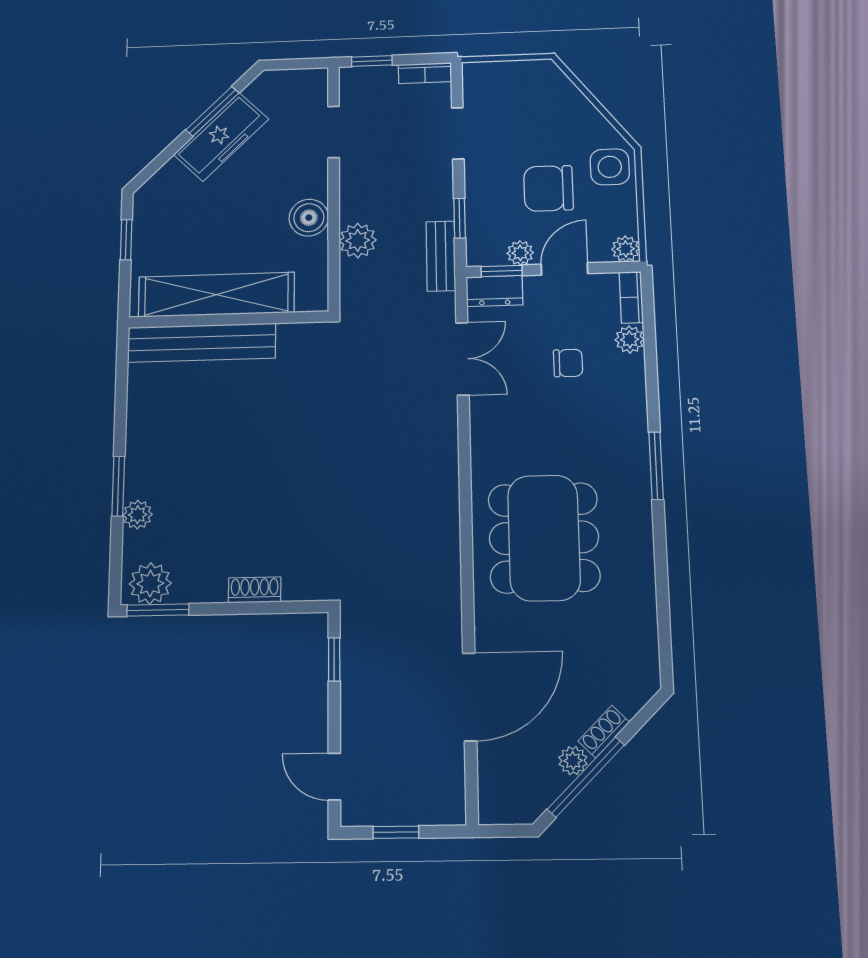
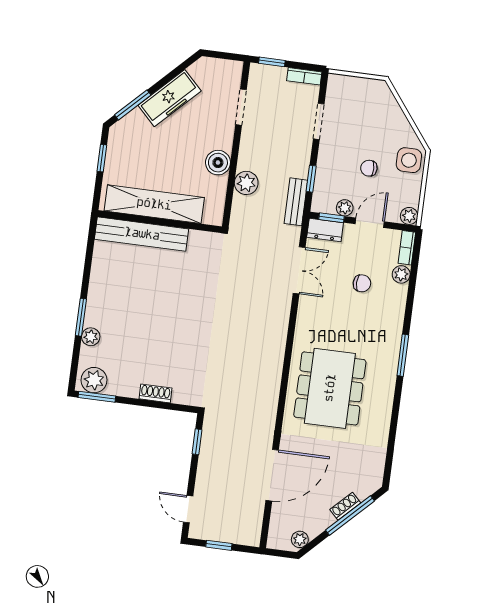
window: (212, 111) -> (133, 105), moved
chair: (548, 188) -> (369, 168), width x0.54, depth x0.54
plant: (573, 761) -> (300, 539), moved
window: (586, 777) -> (350, 516), moved

